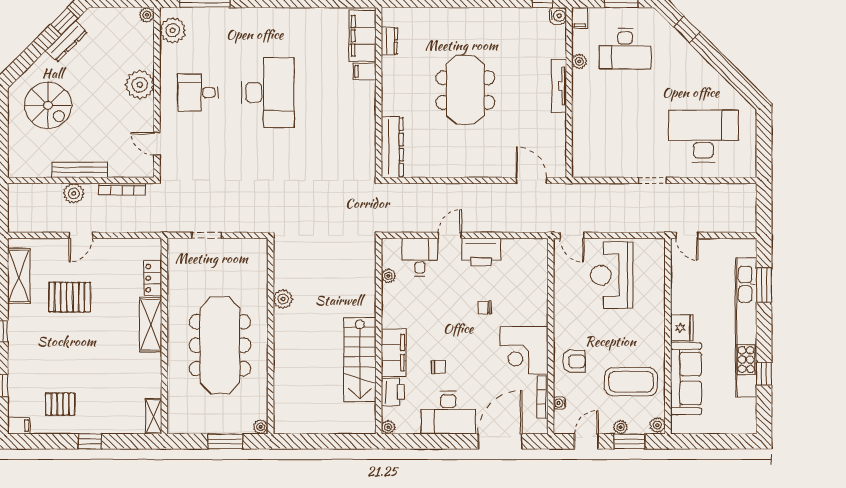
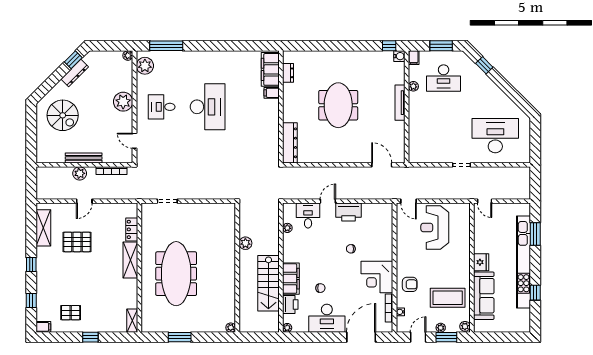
plant: (283, 299) -> (245, 243), moved
wall: (271, 336) -> (237, 268), moved
plant: (261, 427) -> (231, 328), moved

